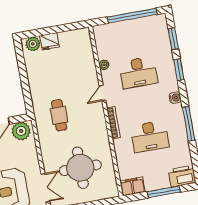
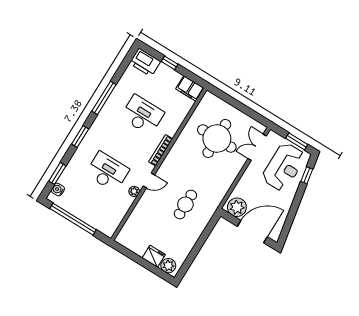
plant: (104, 65) -> (134, 191), moved
window: (179, 70) -> (80, 137), moved
water cooler: (175, 98) -> (58, 190), moved
cafe table: (59, 115) -> (185, 204), moved
window: (164, 192) -> (170, 63), width x0.46

